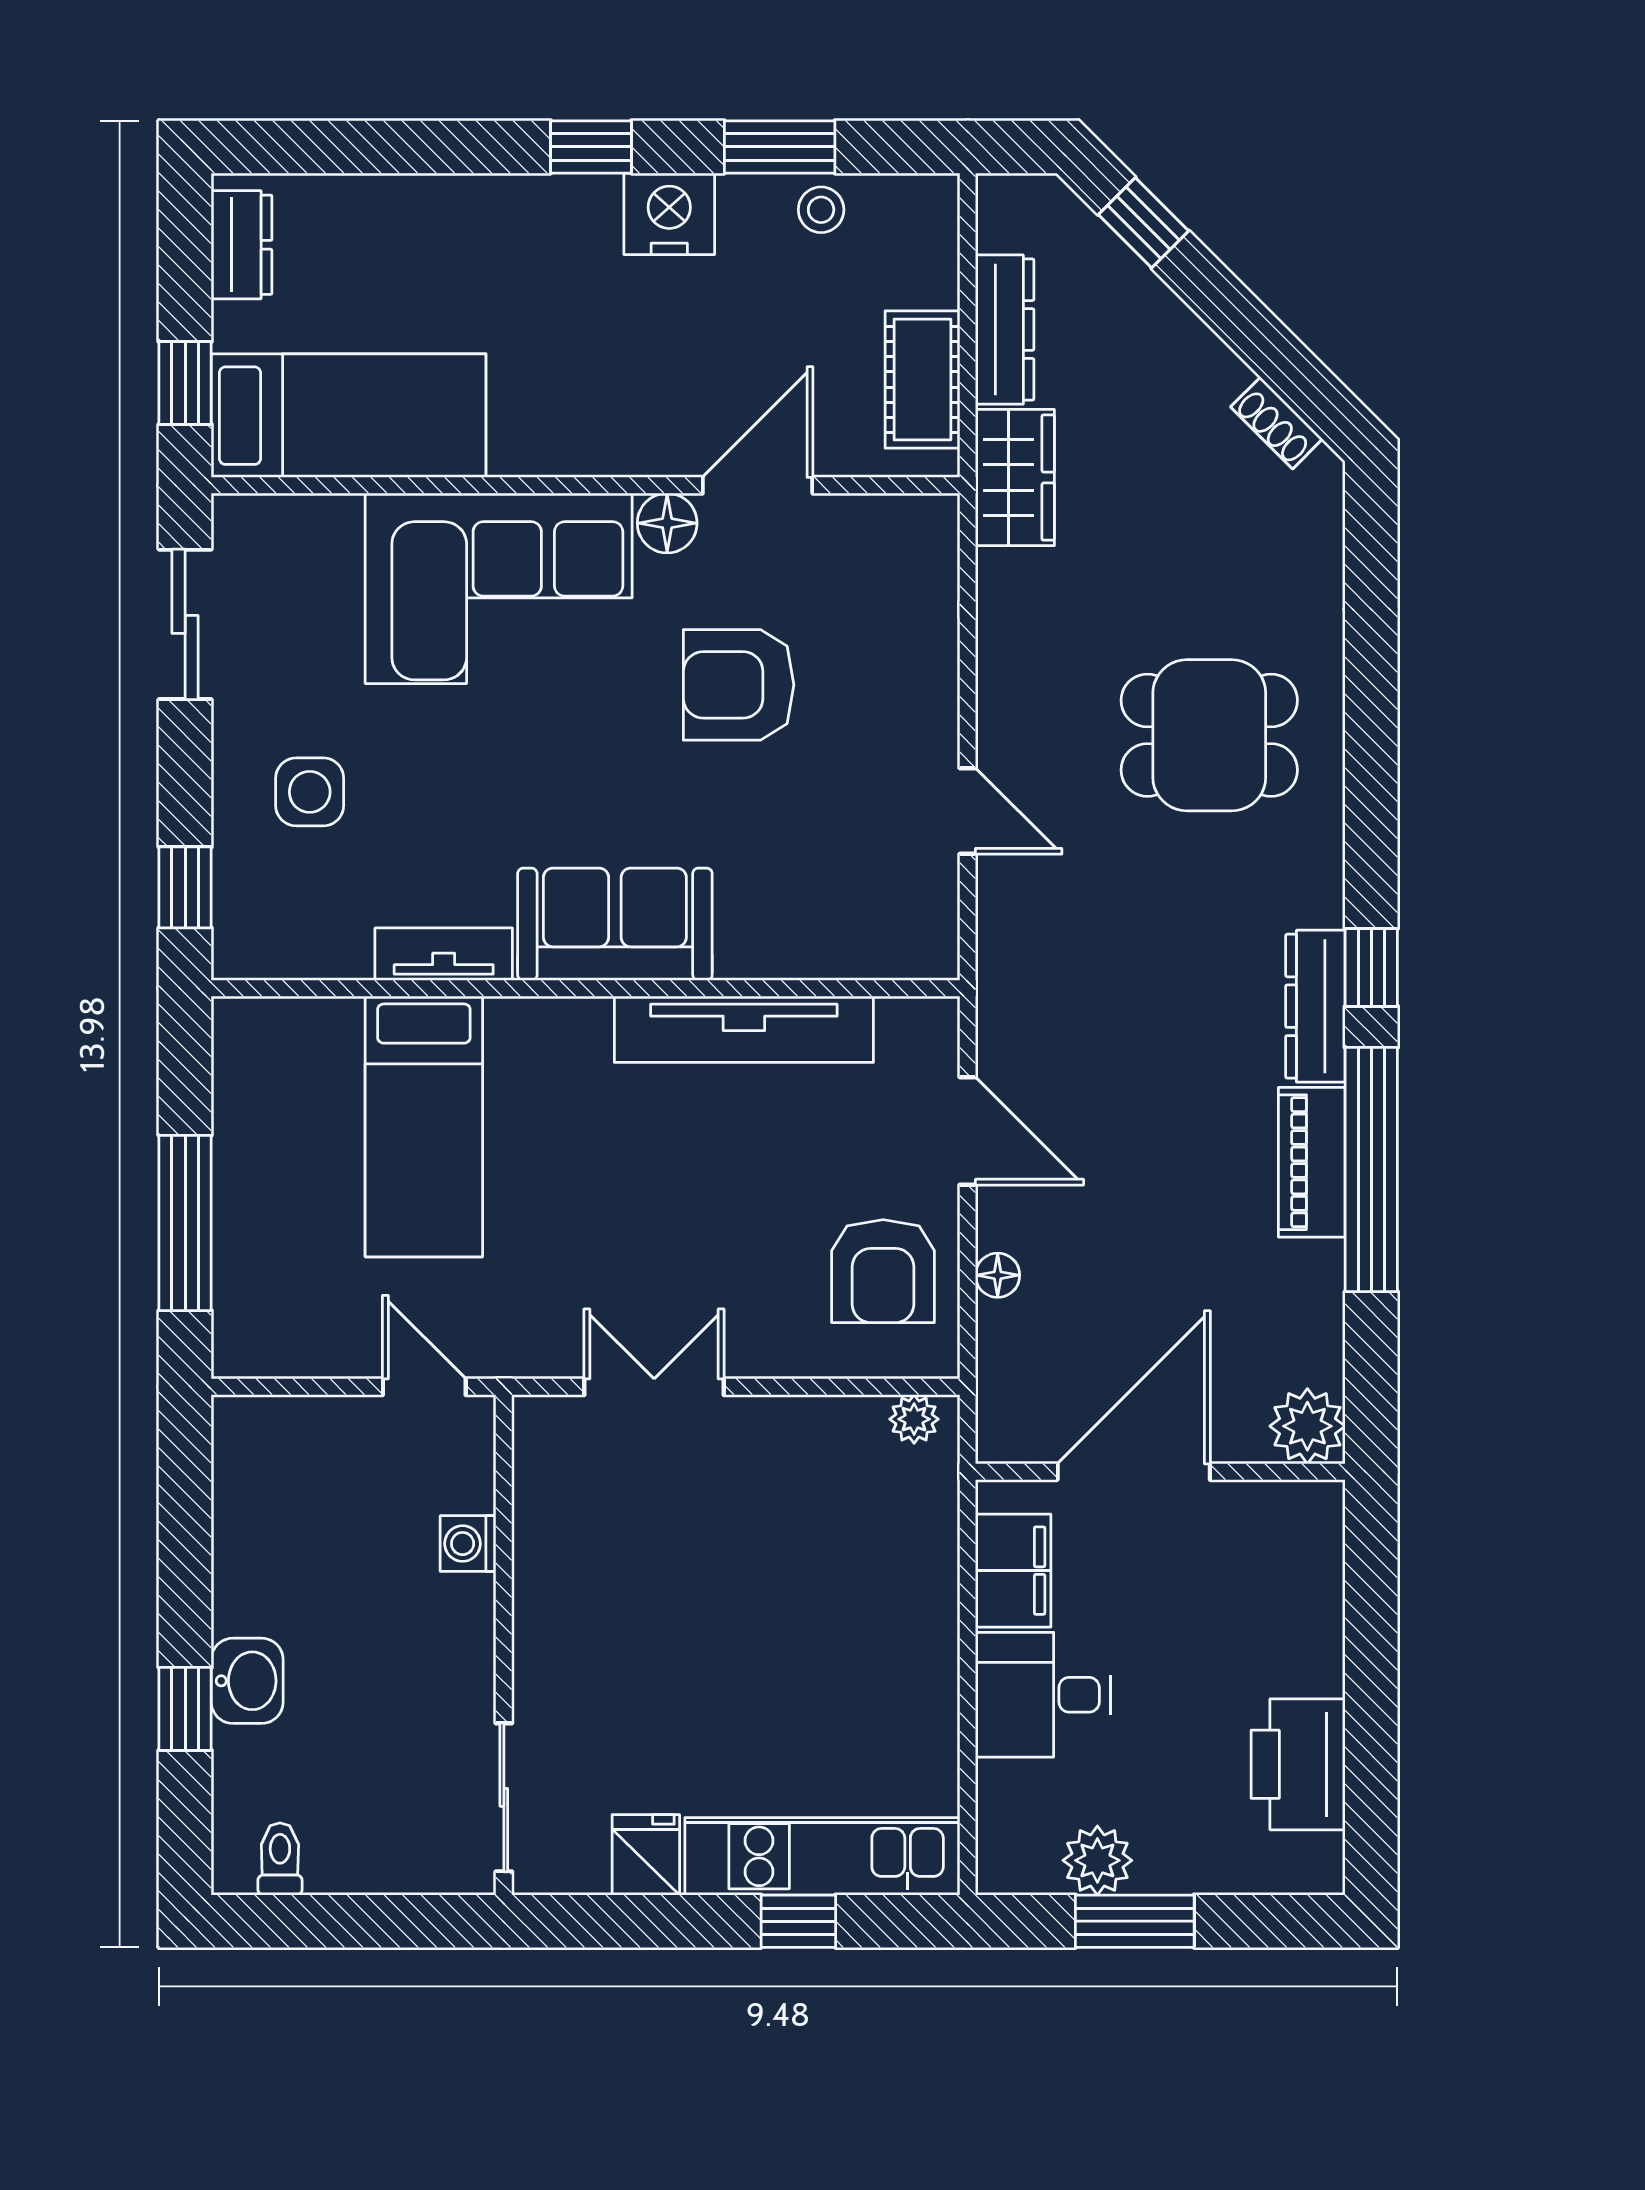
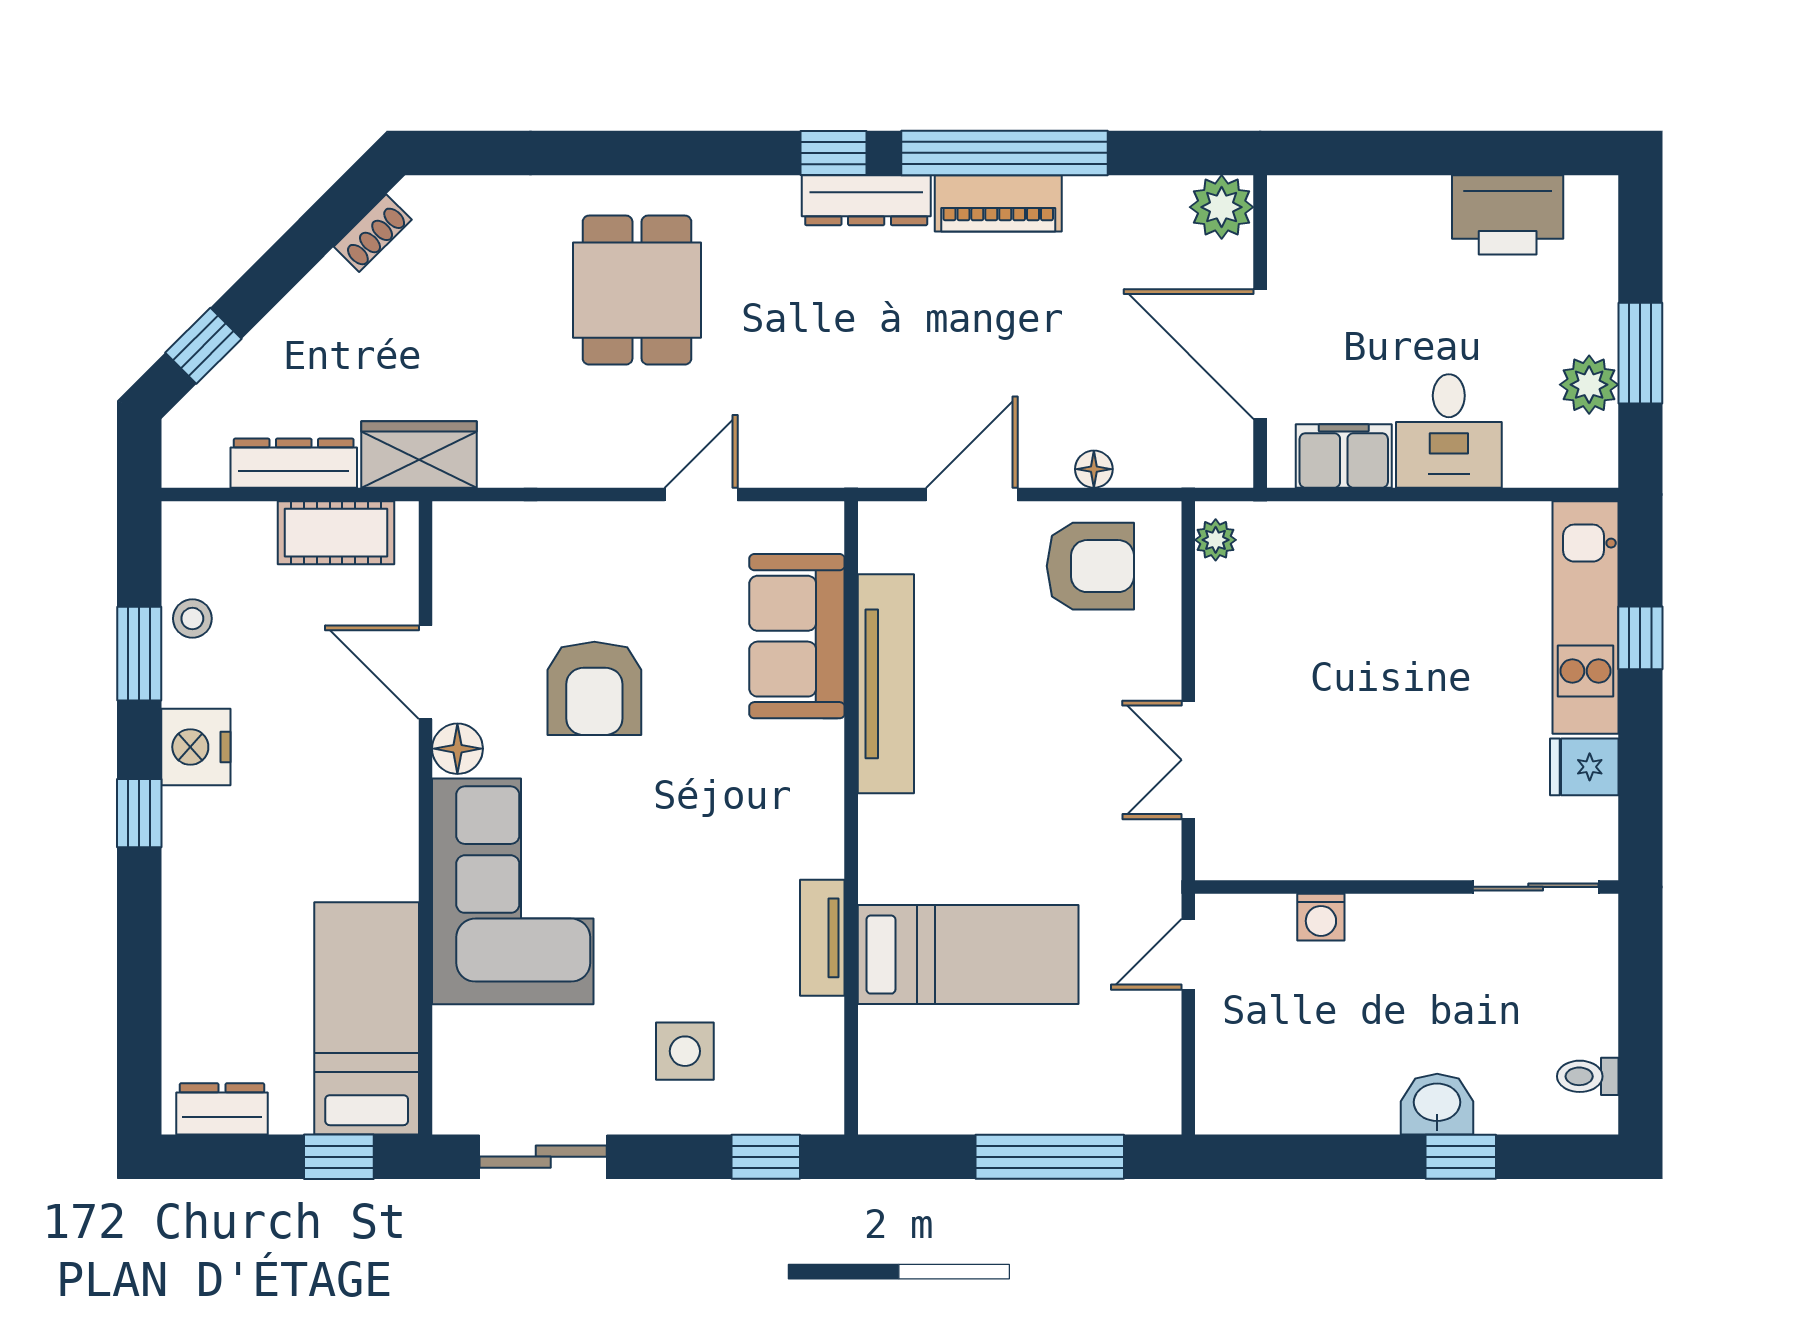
sofa: (615, 924) -> (797, 636), moved

